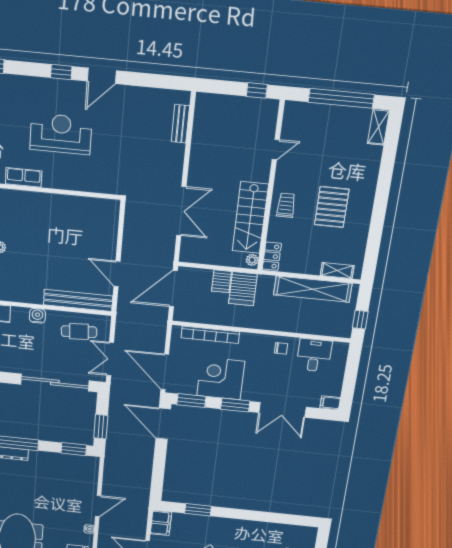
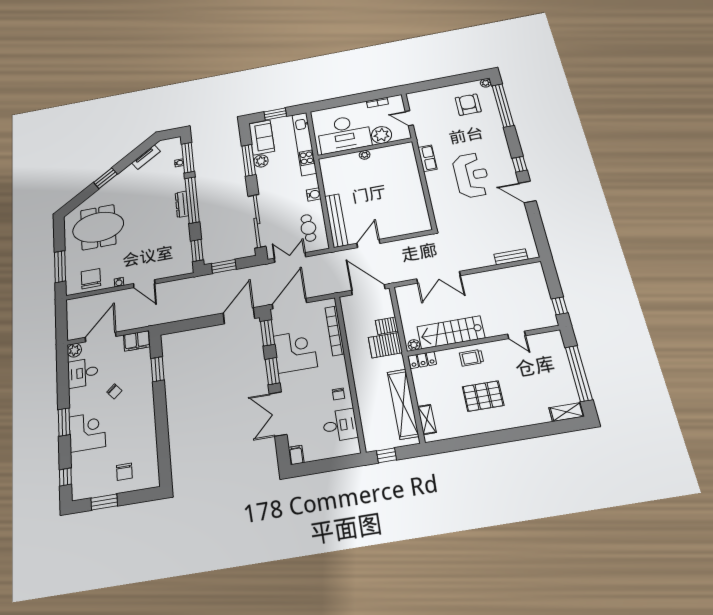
trolley: (286, 205) -> (472, 358), turned 180

